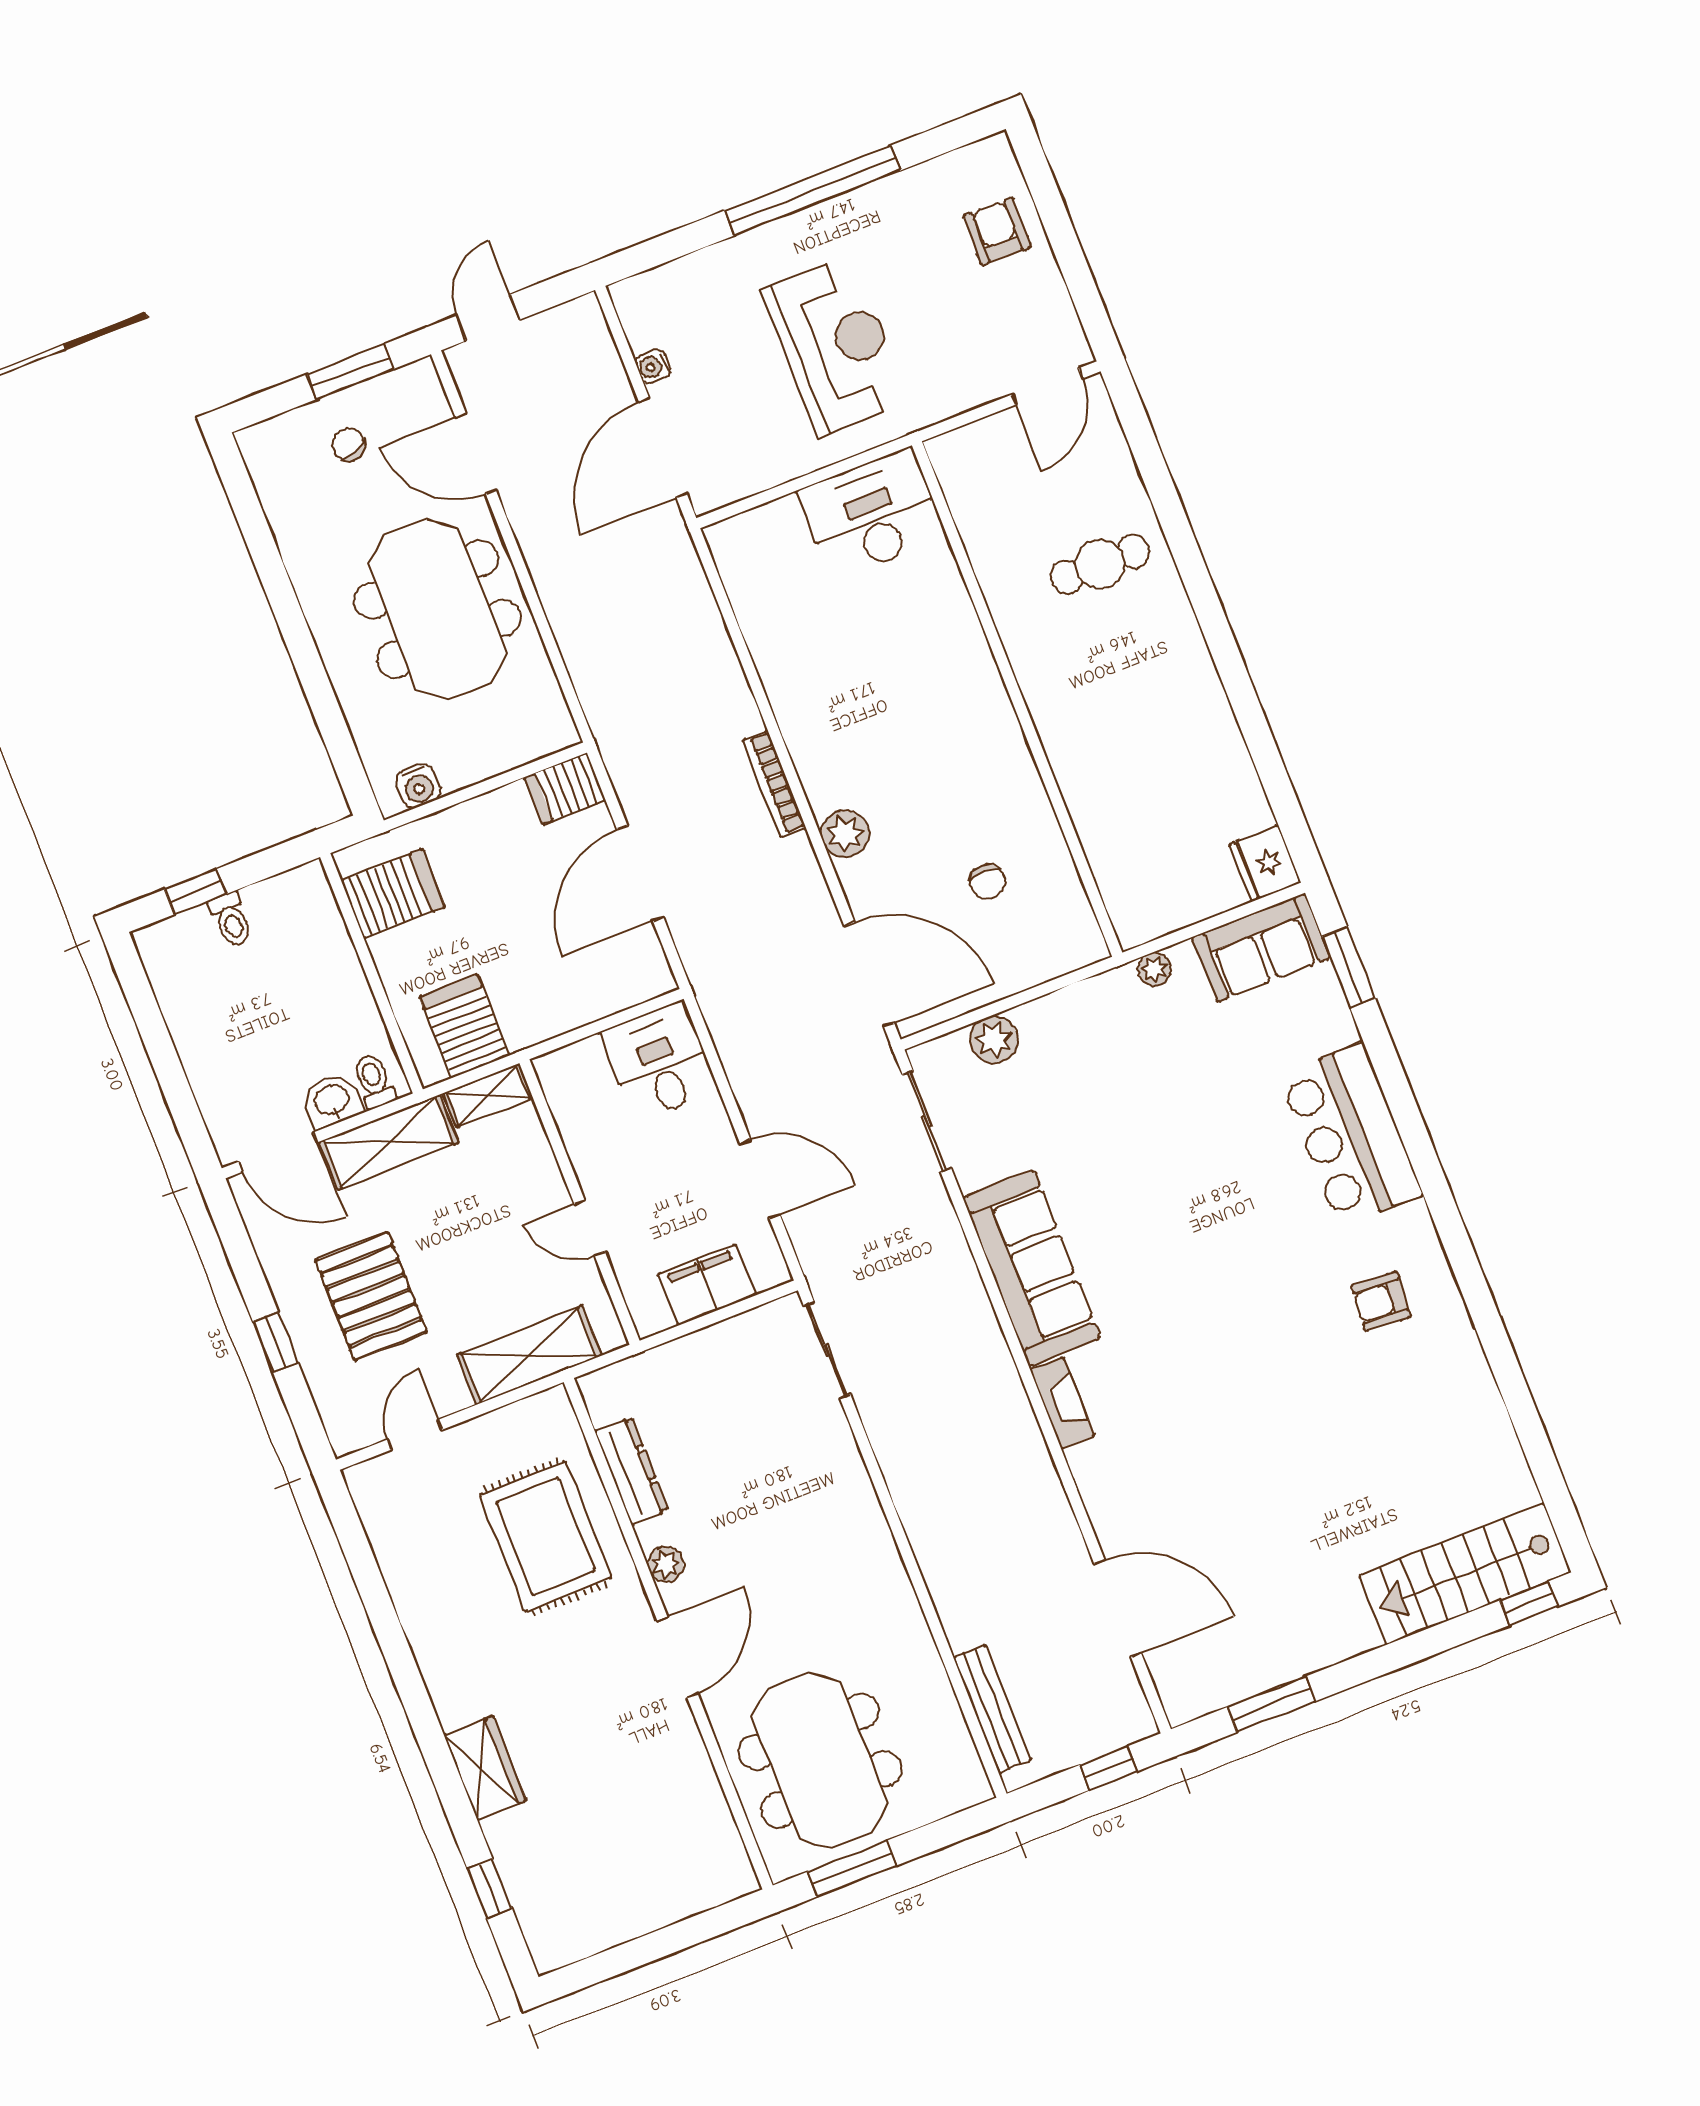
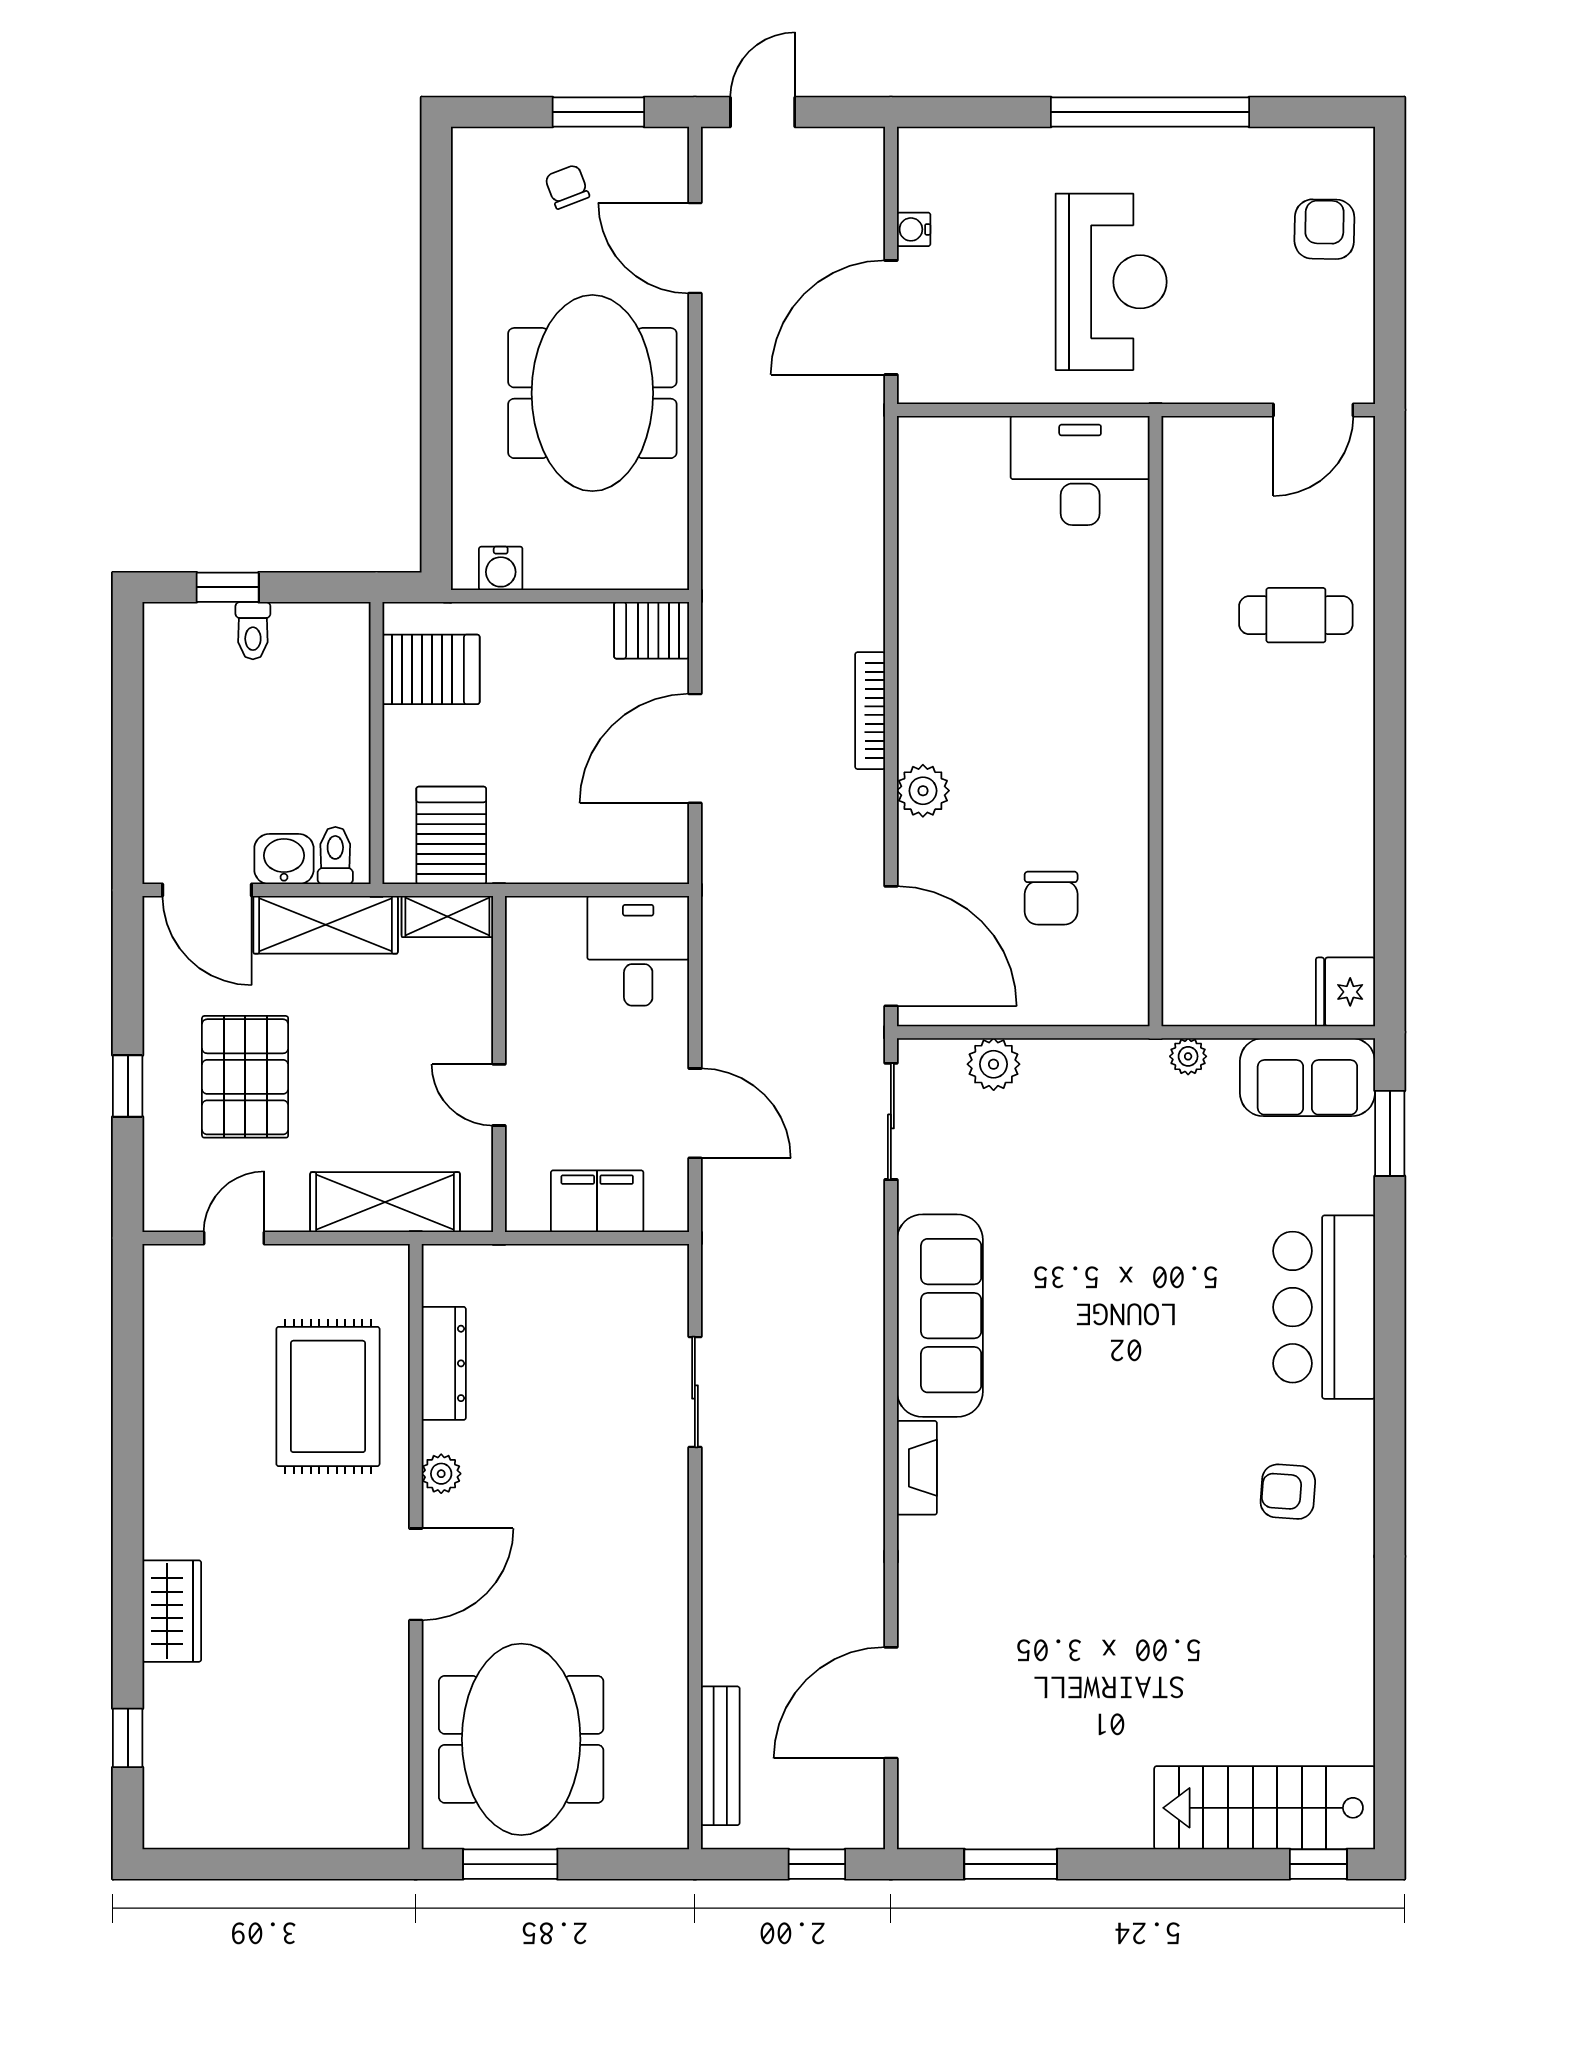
chair: (988, 882) -> (1051, 898), width x1.37, depth x1.37
sliding door: (827, 1350) -> (695, 1392), moved
door: (1118, 1608) -> (891, 1703), swing flipped

